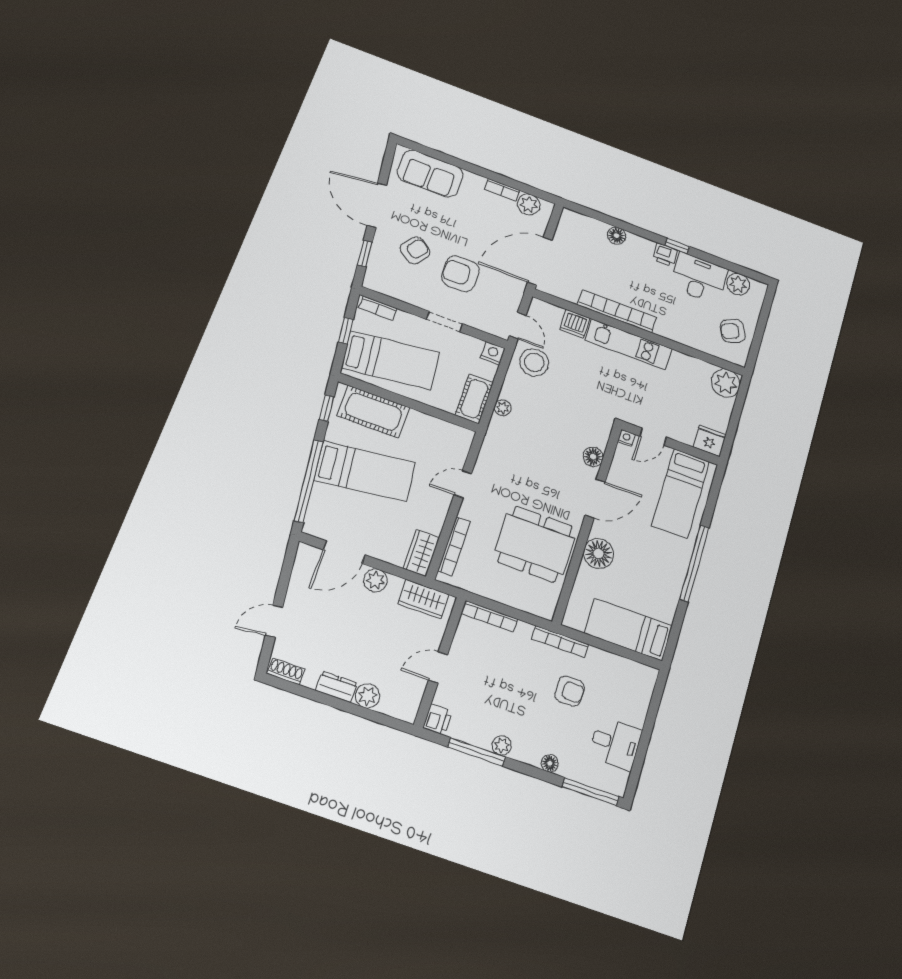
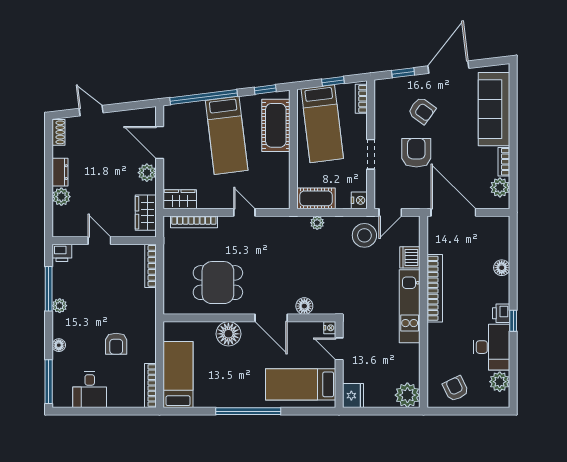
sofa: (430, 174) -> (494, 109), width x1.36
dining table: (535, 544) -> (218, 283), width x0.73
bookcase: (560, 642) -> (150, 385), moved

